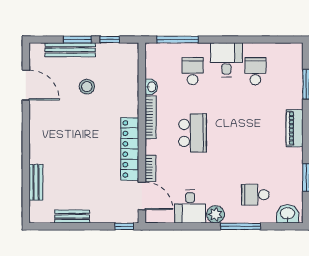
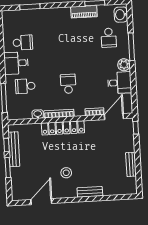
bench: (70, 50) -> (14, 149), moved
school desk: (255, 71) -> (23, 43), turned 180
stool: (87, 87) -> (66, 173), moved
piano: (295, 128) -> (84, 12), moved
school desk: (193, 133) -> (68, 84), width x0.54
locker: (130, 149) -> (63, 128), moved
bench: (36, 182) -> (90, 192), moved

